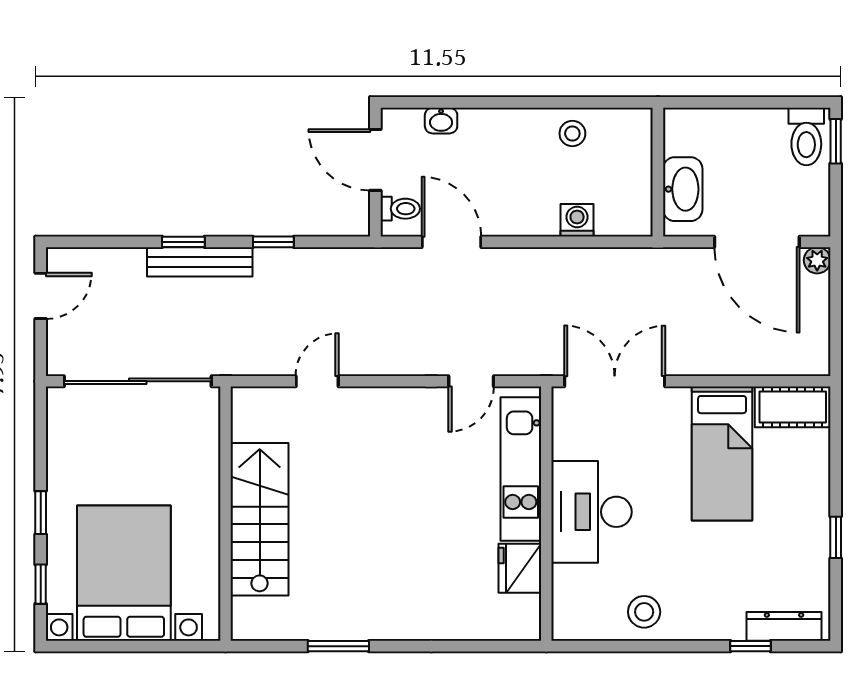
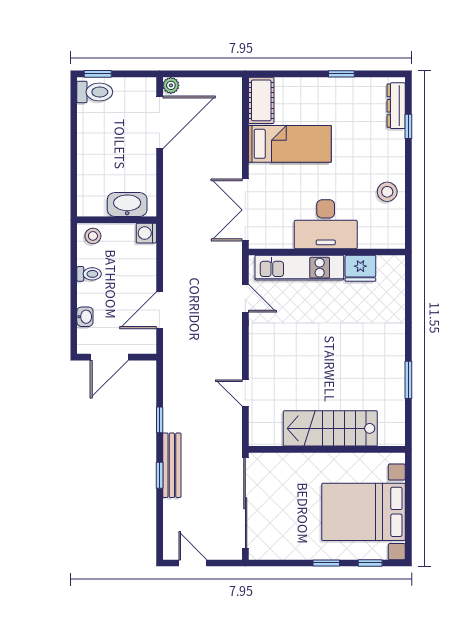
wall: (658, 172) -> (117, 220), moved
washbasin: (683, 189) -> (127, 205), moved
toilet: (400, 209) -> (89, 274), moved, turned 90

